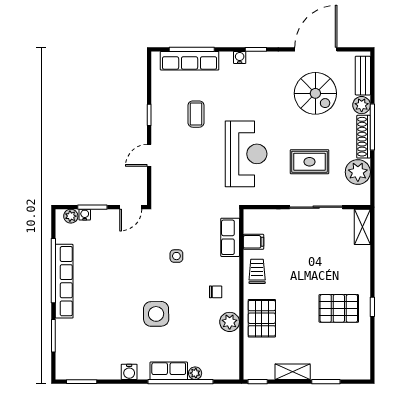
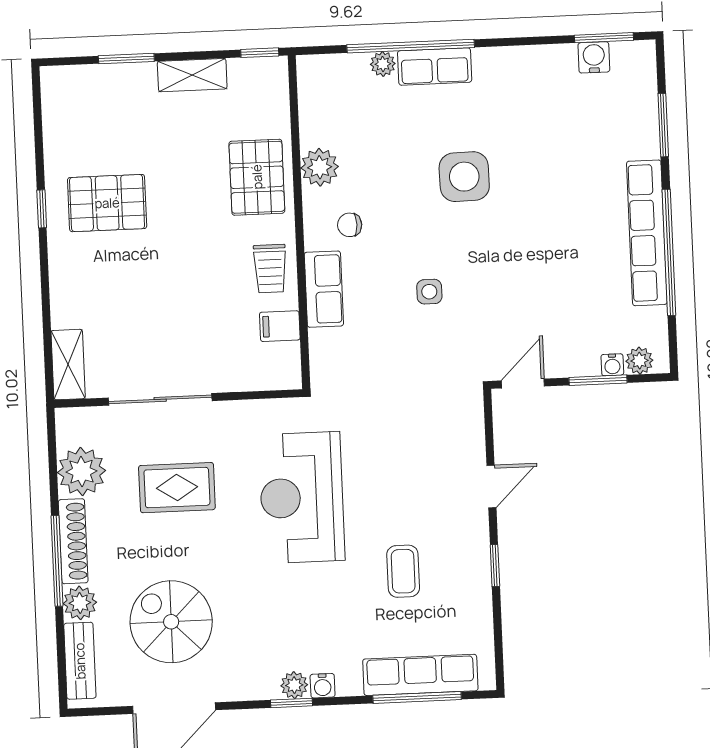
plant: (254, 58) -> (294, 685), added
row of seats: (230, 237) -> (324, 289), moved
water cooler: (129, 372) -> (594, 57), moved

